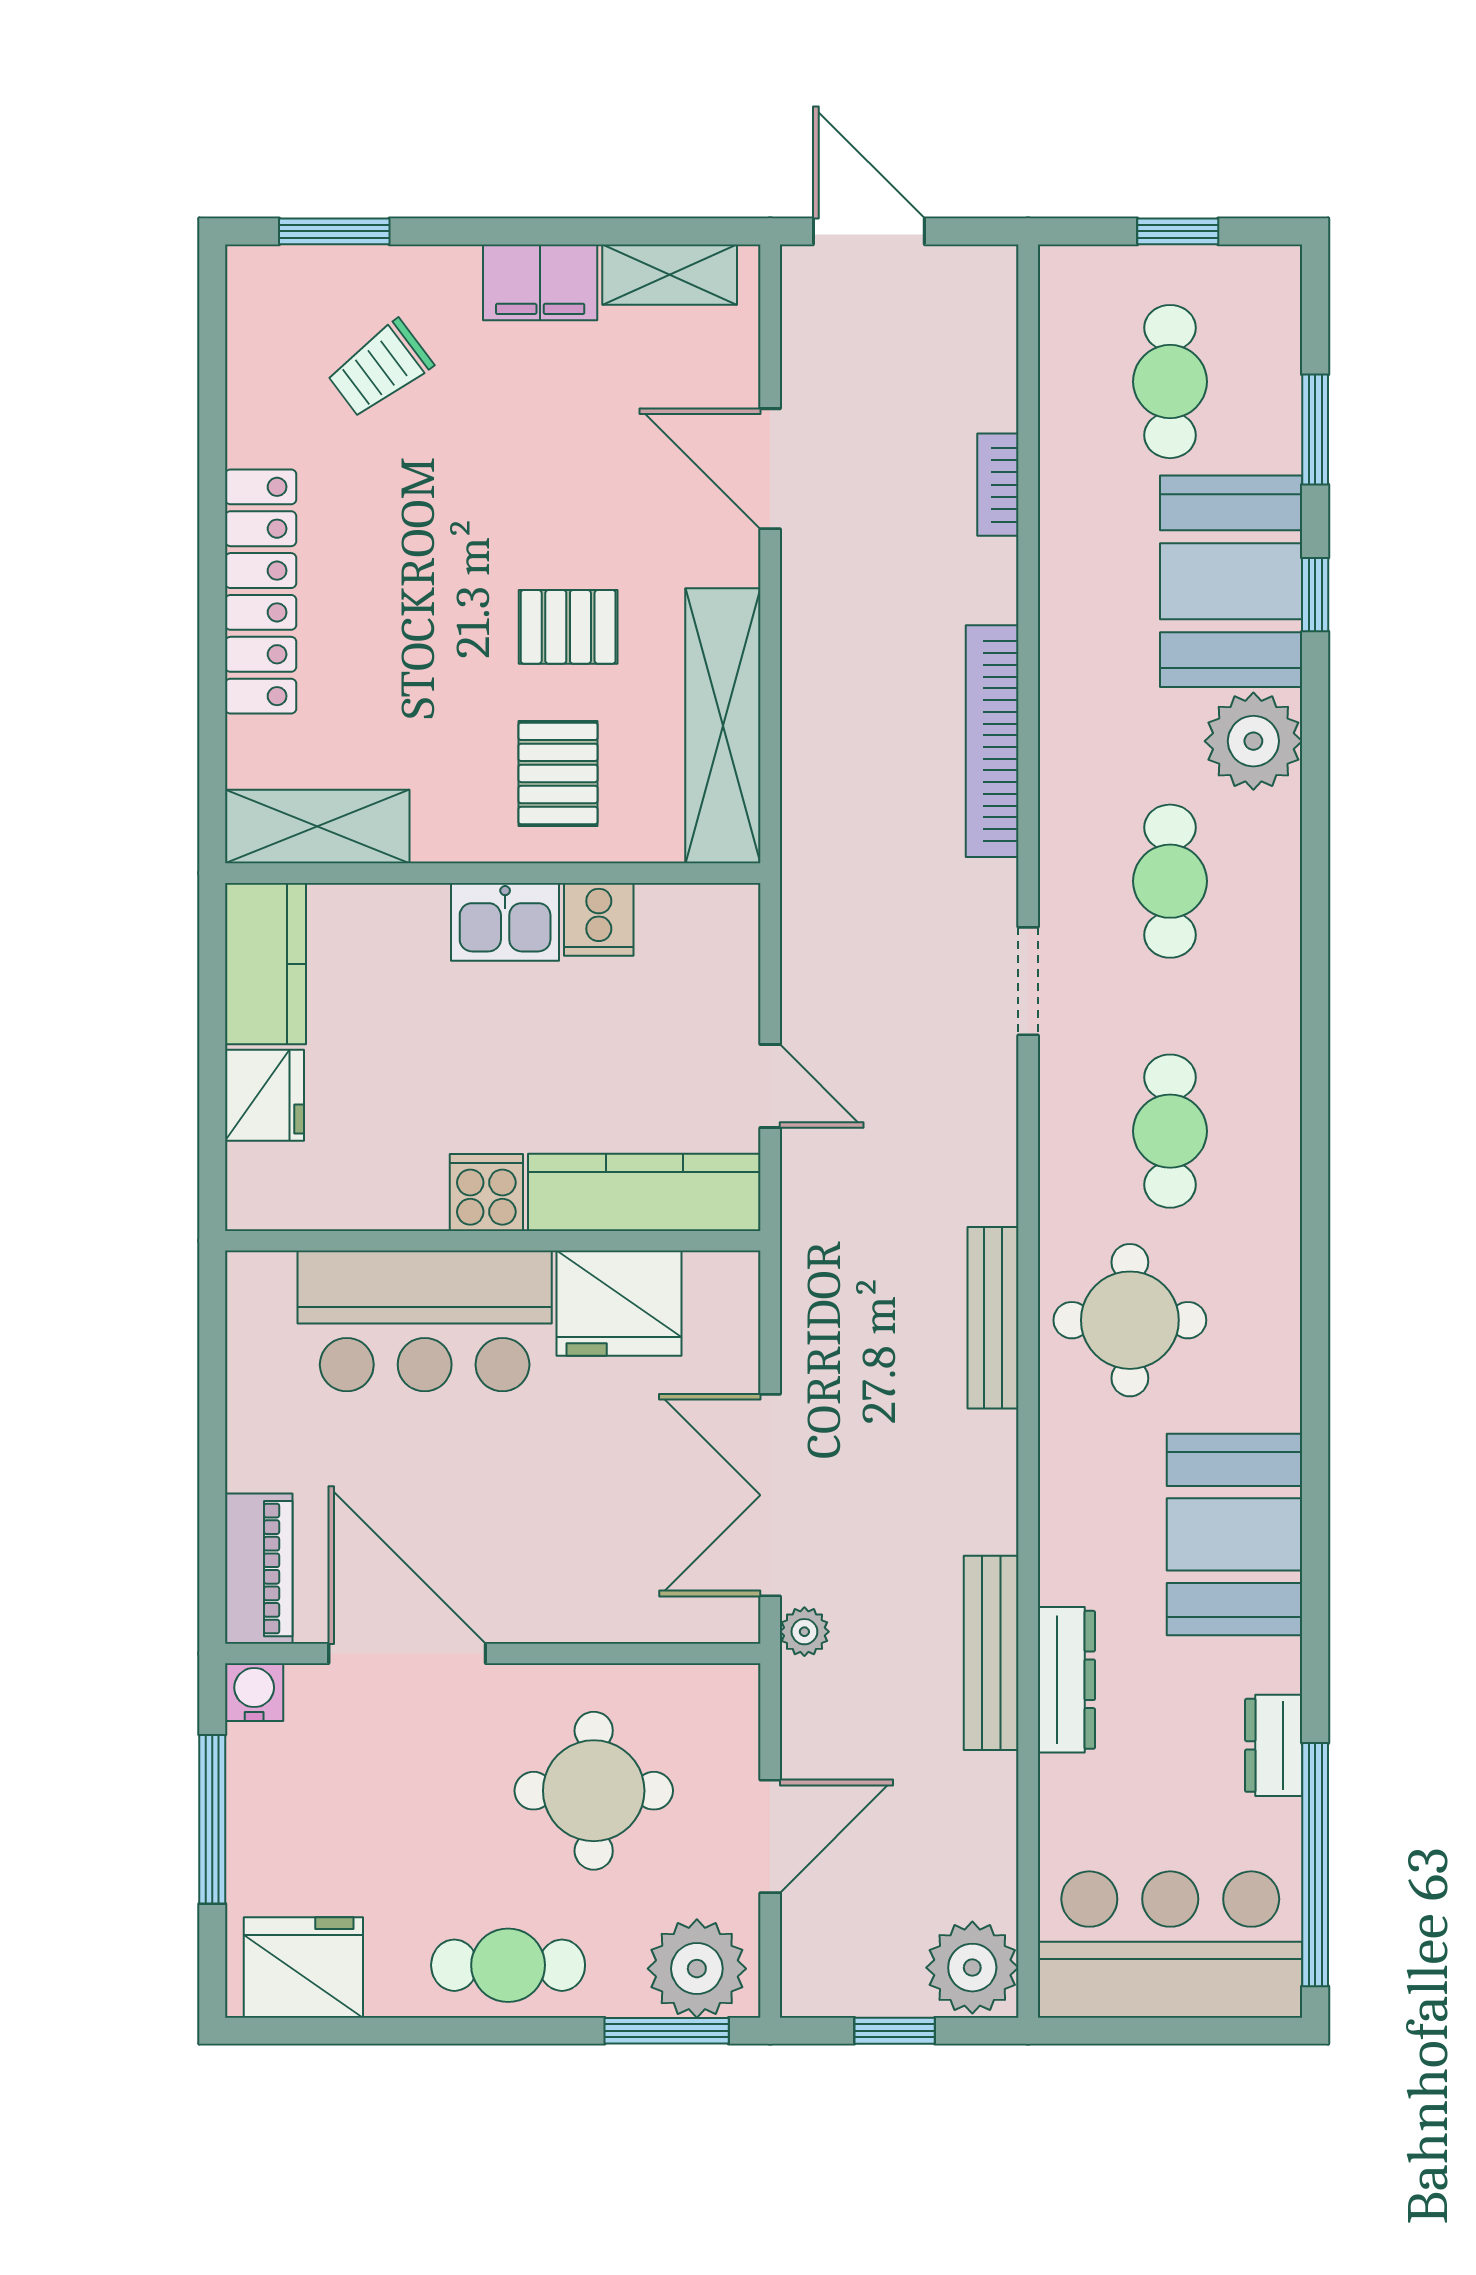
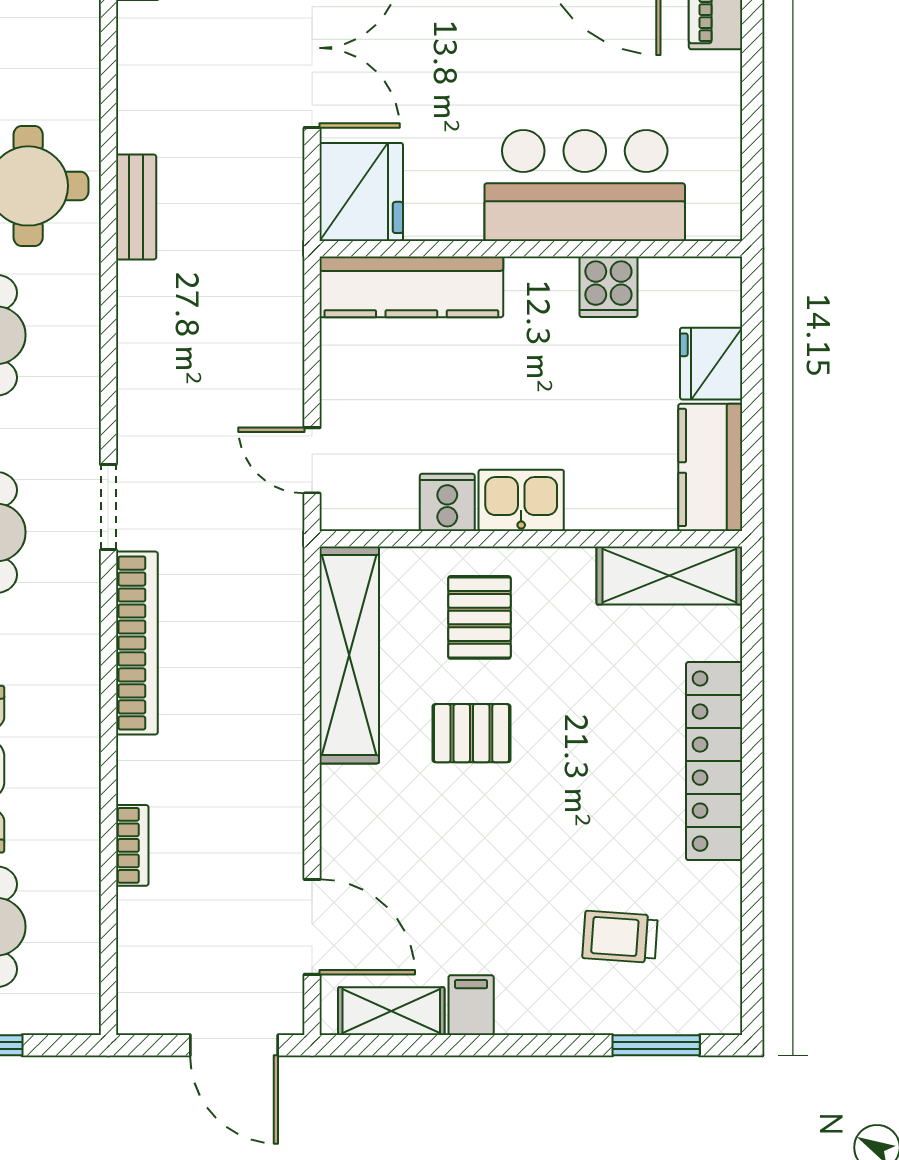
filing cabinet: (540, 282) -> (471, 1005), width x0.50
trolley: (380, 369) -> (620, 937), turned -139
door: (770, 469) -> (312, 927), moved
doorway: (1028, 981) -> (108, 507), moved
door: (770, 1086) -> (312, 460), moved
cooker: (486, 1193) -> (608, 287), moved
fridge: (619, 1303) -> (361, 192), moved, turned 90
bench: (993, 1318) -> (136, 207), width x0.73

